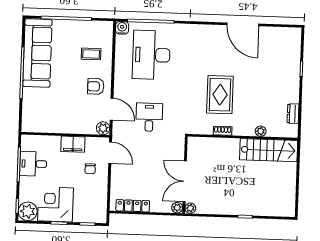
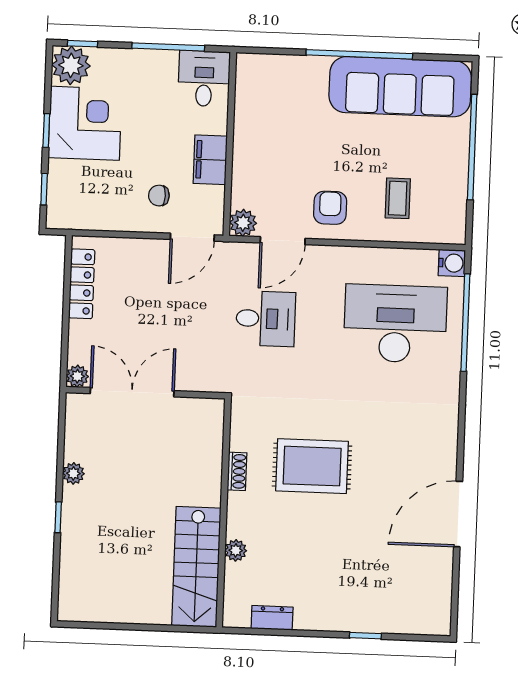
desk: (33, 164) -> (204, 79), moved
plant: (190, 208) -> (73, 473), moved

